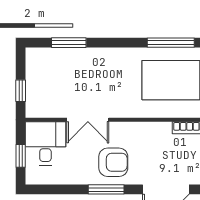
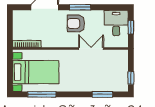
window: (21, 91) -> (131, 78), moved
desk: (45, 143) -> (116, 23), moved, turned 180

